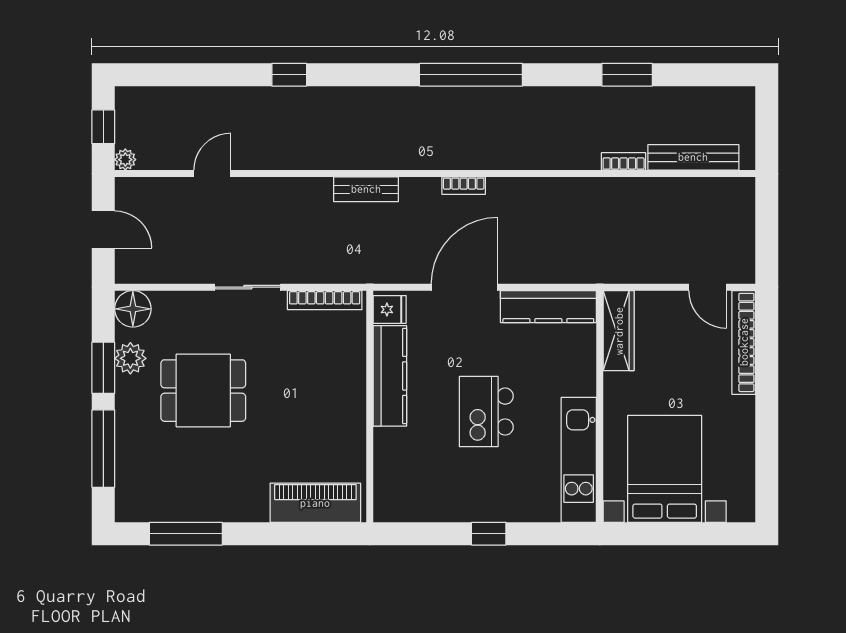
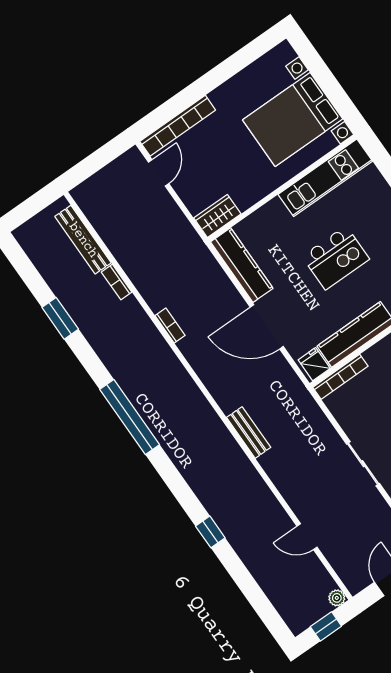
bookcase: (464, 186) -> (170, 326), moved
bookcase: (325, 300) -> (340, 377), moved, turned 90
wardrobe: (619, 331) -> (217, 216), width x0.67

